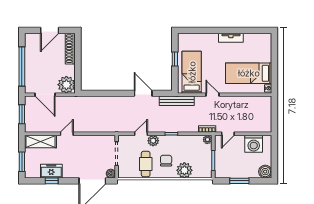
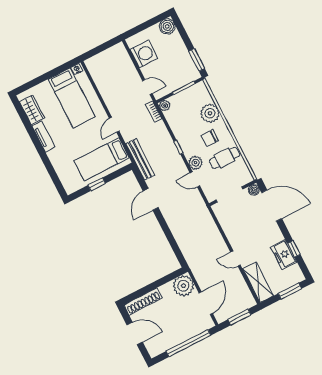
wardrobe: (255, 39) -> (32, 110), added
window: (239, 181) -> (197, 60), moved

